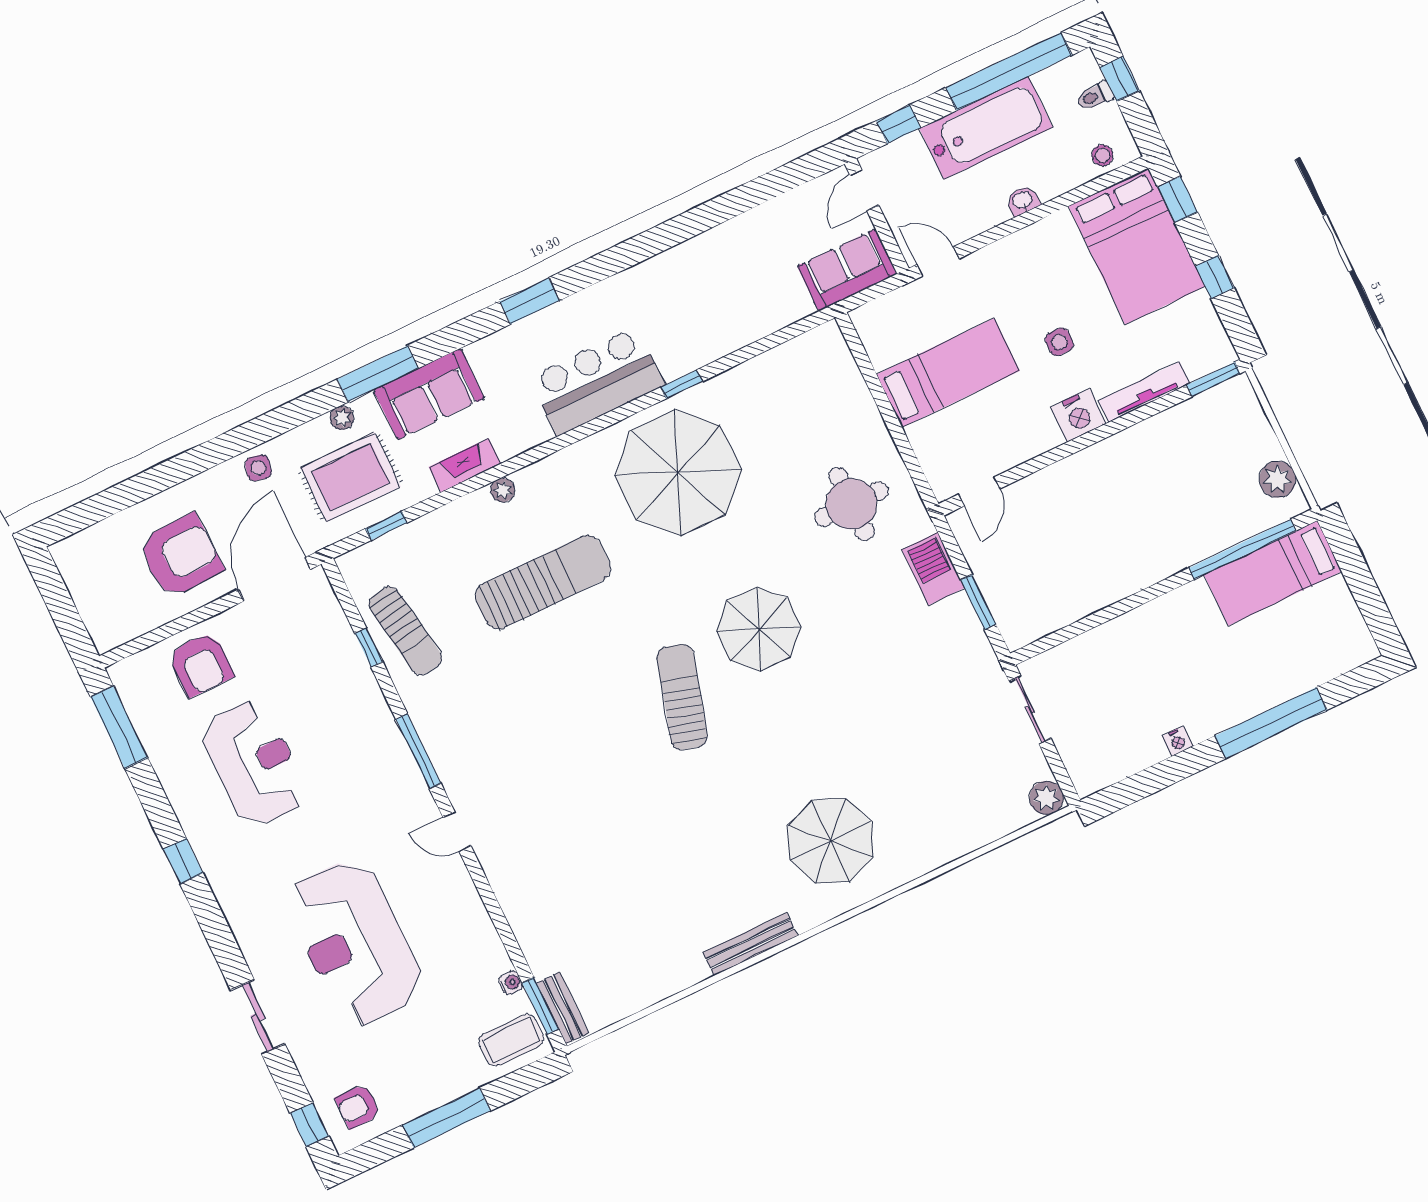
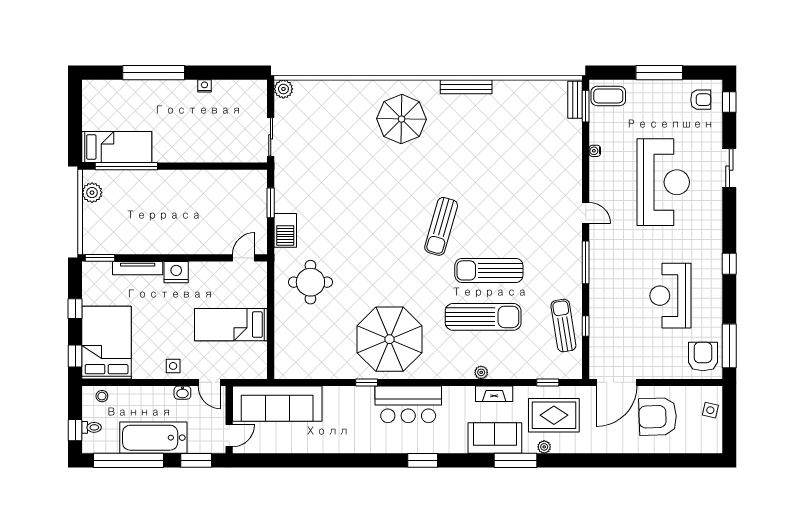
window: (899, 124) -> (196, 460), width x1.50
washbasin: (1023, 201) -> (182, 393), moved
sofa: (847, 270) -> (277, 404), width x1.85, depth x1.27
side table: (1059, 342) -> (173, 366), moved
side table: (258, 468) -> (710, 410), moved
sun lounger: (543, 582) -> (483, 317), turned 180
parasol: (759, 629) -> (387, 242), removed
sun lounger: (570, 662) -> (489, 270), added
armchair: (201, 664) -> (703, 357), moved
water cooler: (511, 983) -> (595, 151), moved

